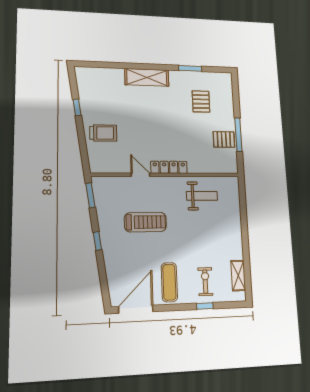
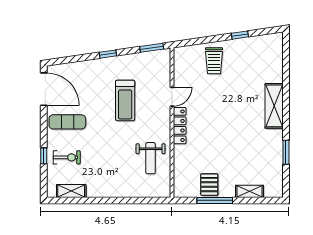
pallet: (201, 102) -> (250, 162), removed
shelving: (228, 103) -> (250, 191), added

